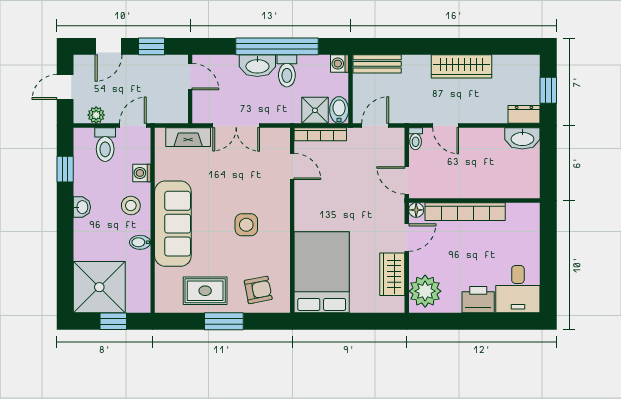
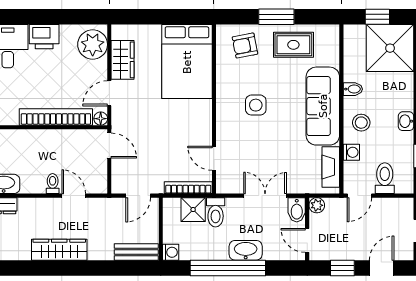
toilet: (287, 71) -> (216, 212), moved, turned 180
bidet: (339, 110) -> (297, 210), moved
plant: (96, 115) -> (317, 205), moved
fireplace: (188, 137) -> (331, 167), moved, turned -90
toilet: (416, 139) -> (53, 184), moved

